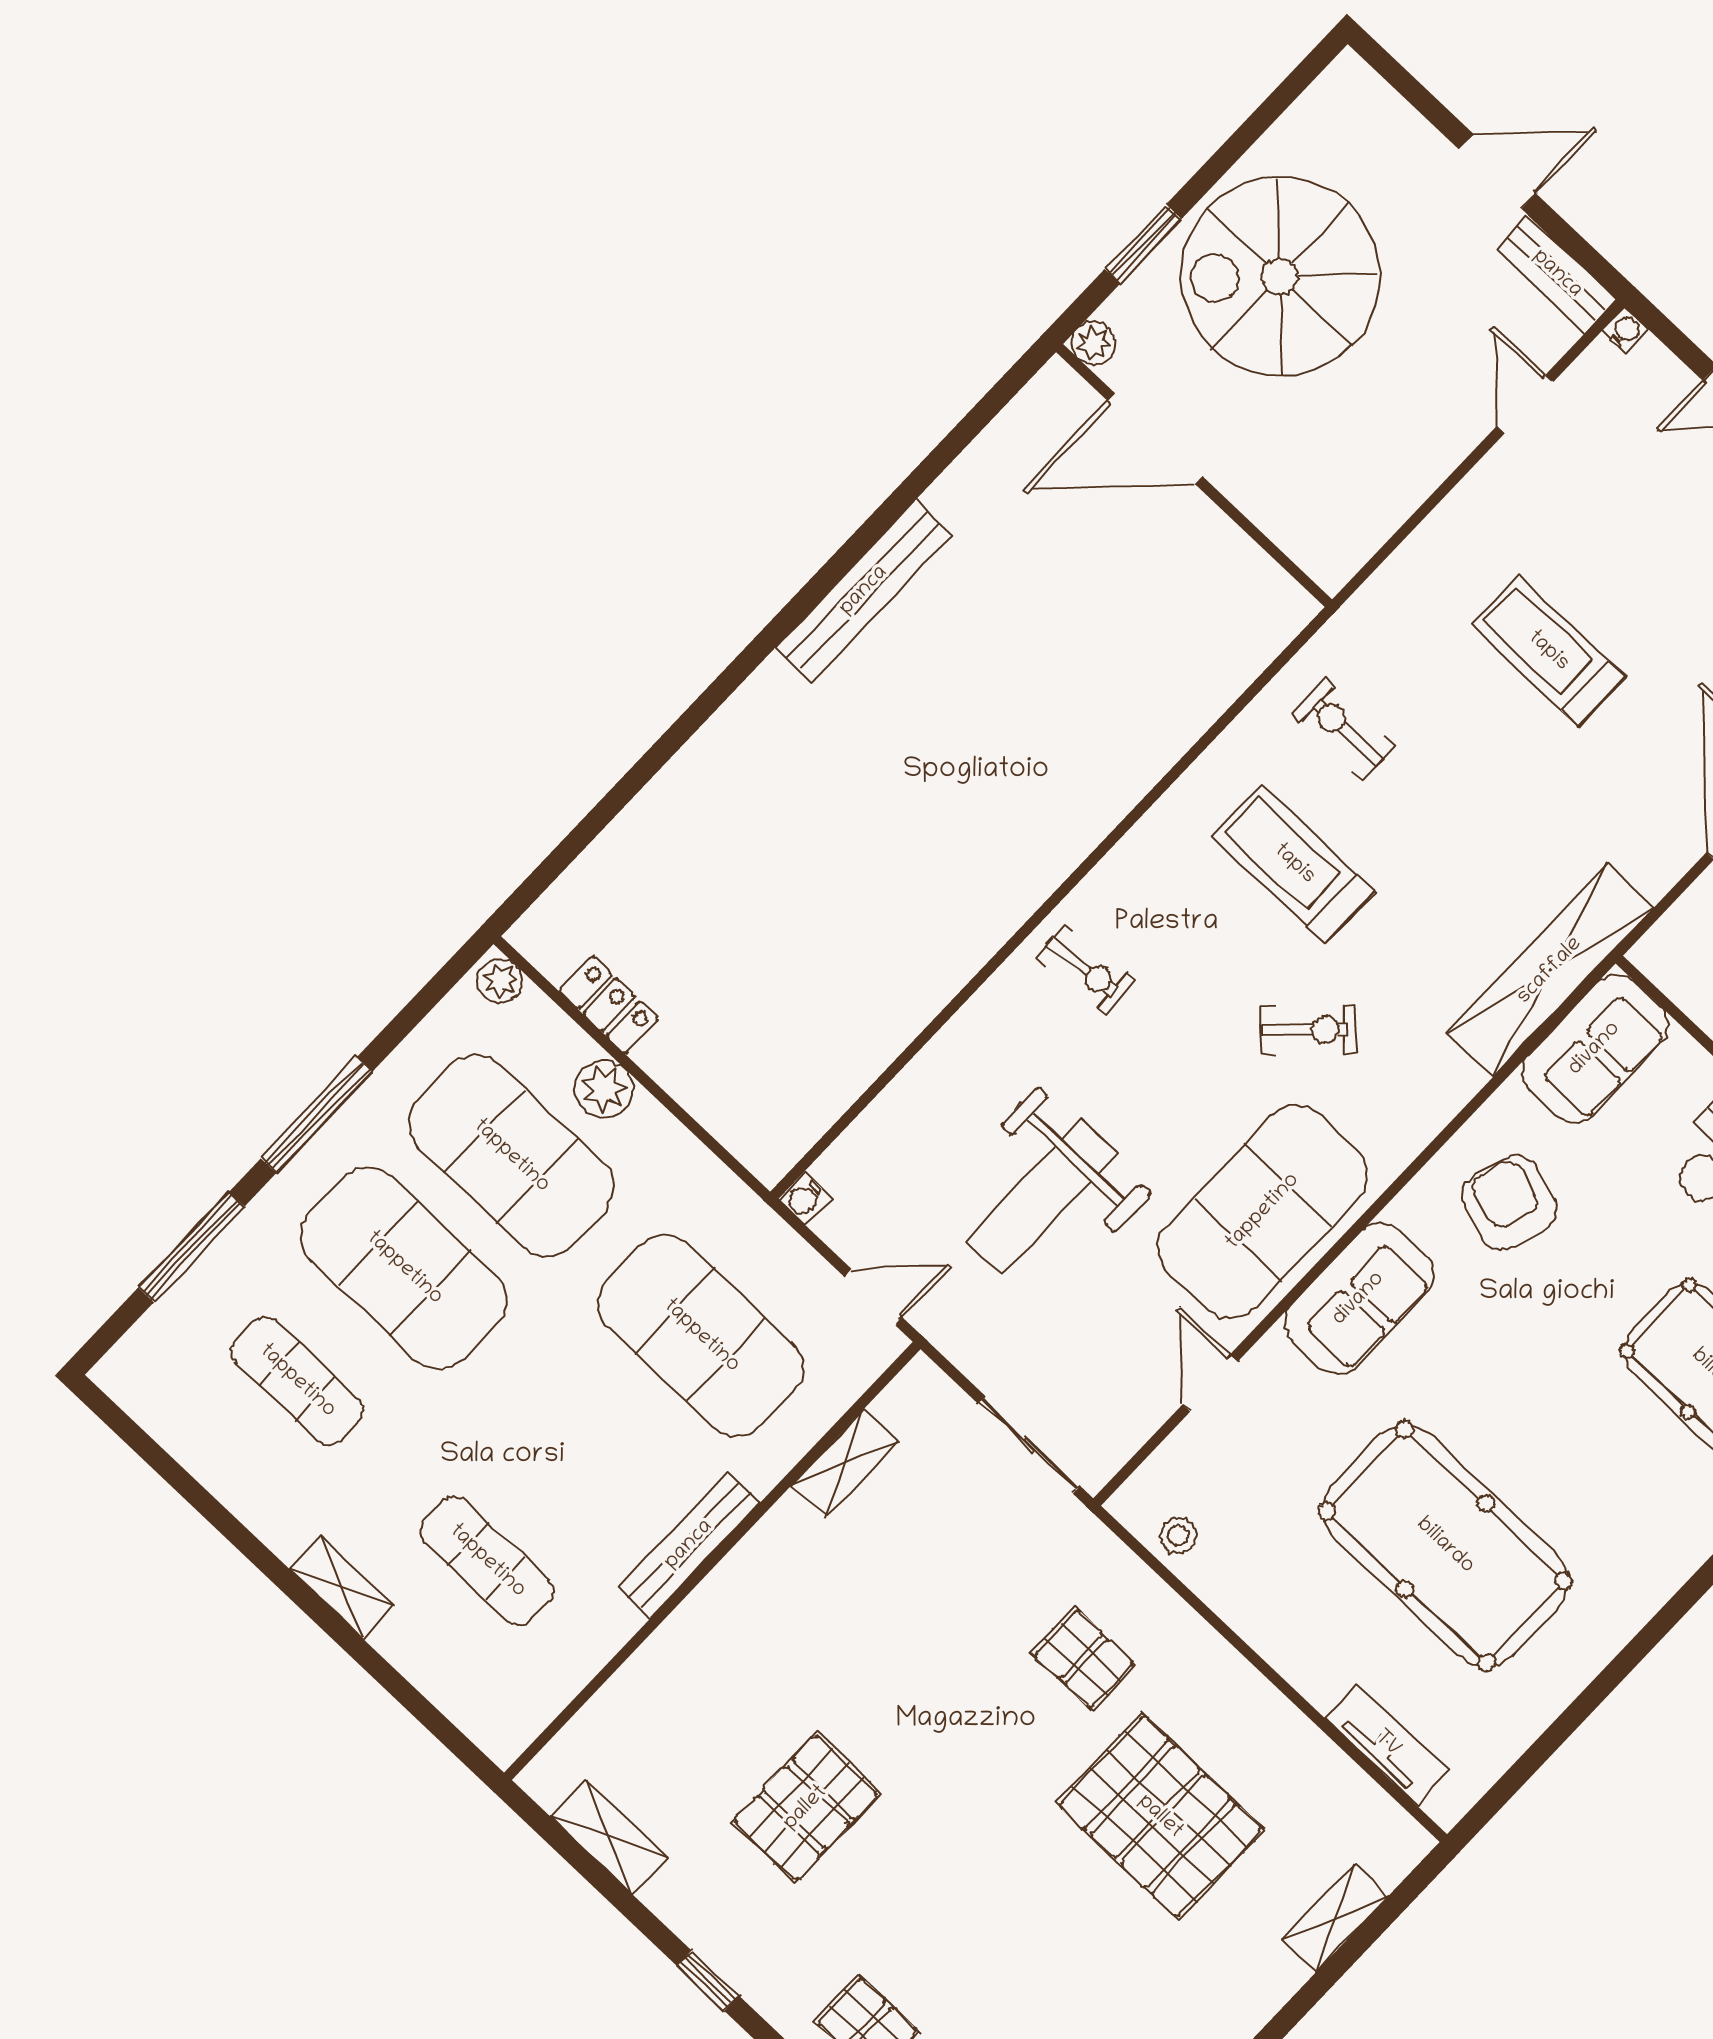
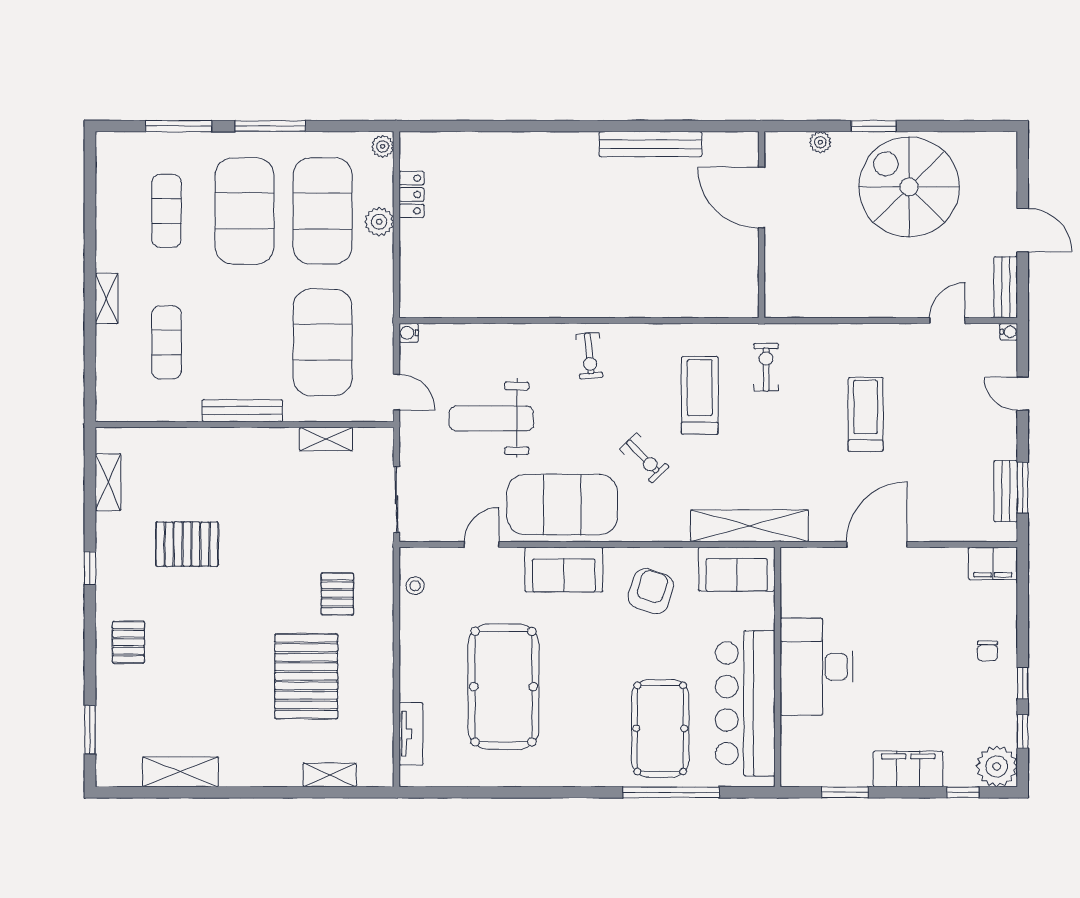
door: (1155, 439) -> (761, 198), moved
wall: (1194, 476) -> (761, 225), moved

